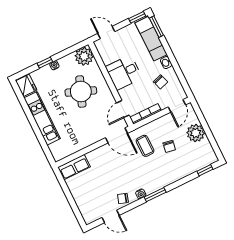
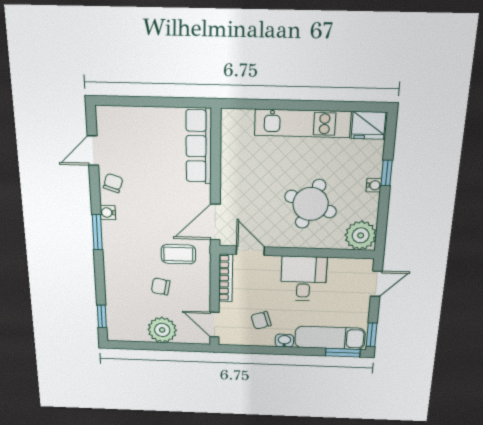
row of seats: (74, 167) -> (199, 146), width x1.48

